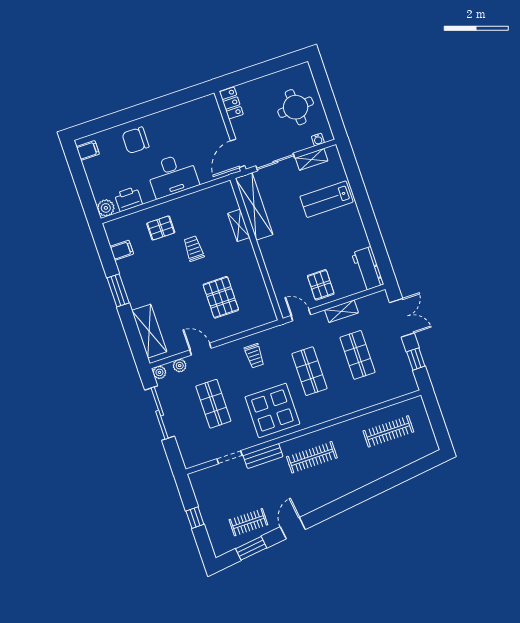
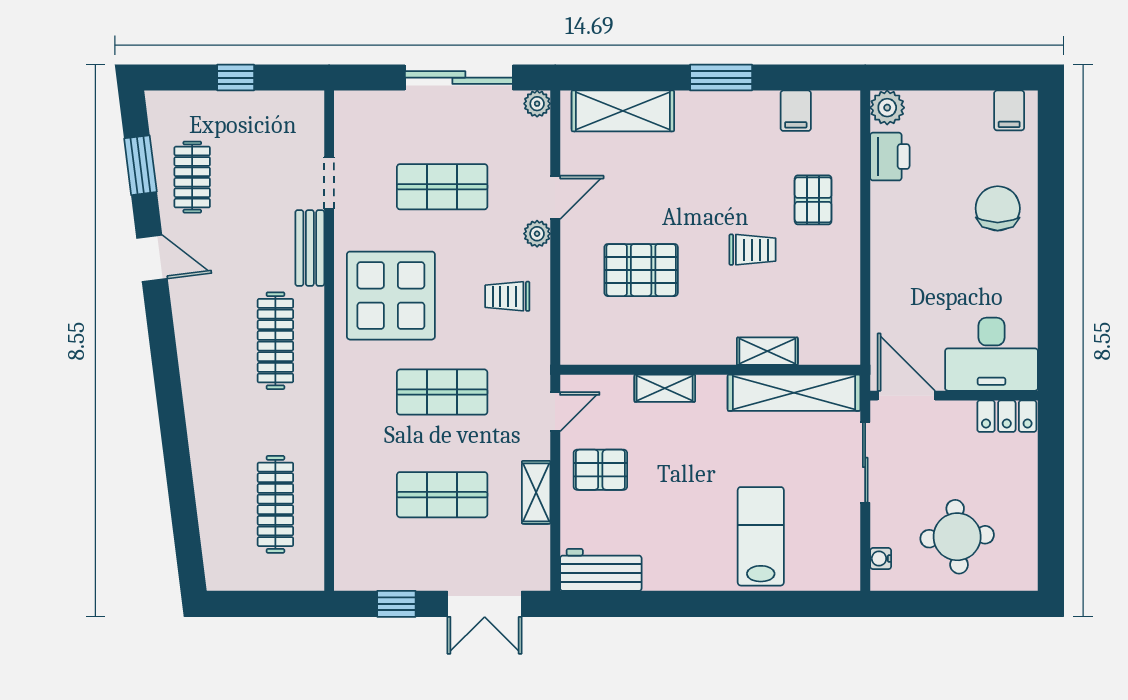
shelving: (312, 159) -> (665, 388), moved, turned 90
desk: (172, 175) -> (991, 354), moved, turned -90
plant: (180, 366) -> (537, 234), moved

